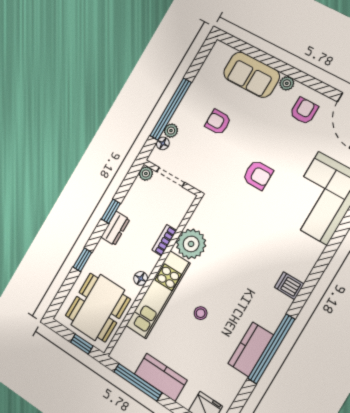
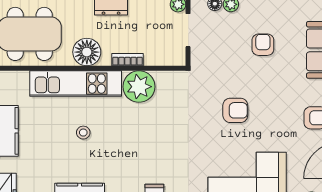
armchair: (258, 175) -> (235, 110), turned -90
floor lamp: (141, 278) -> (87, 52), width x1.89, depth x1.89

